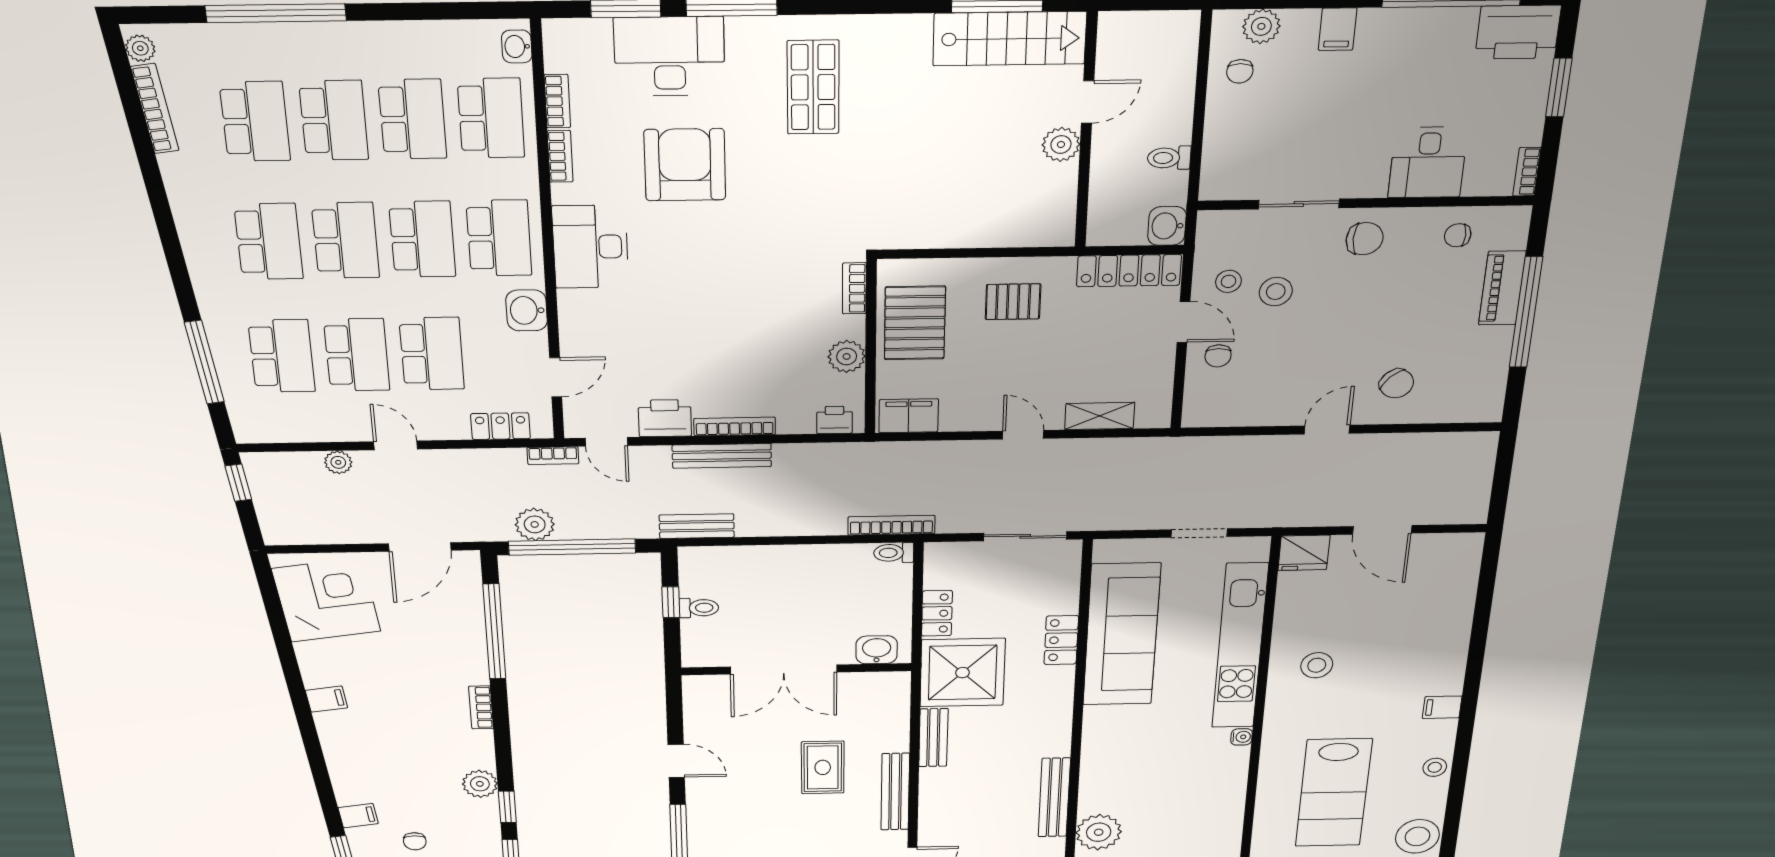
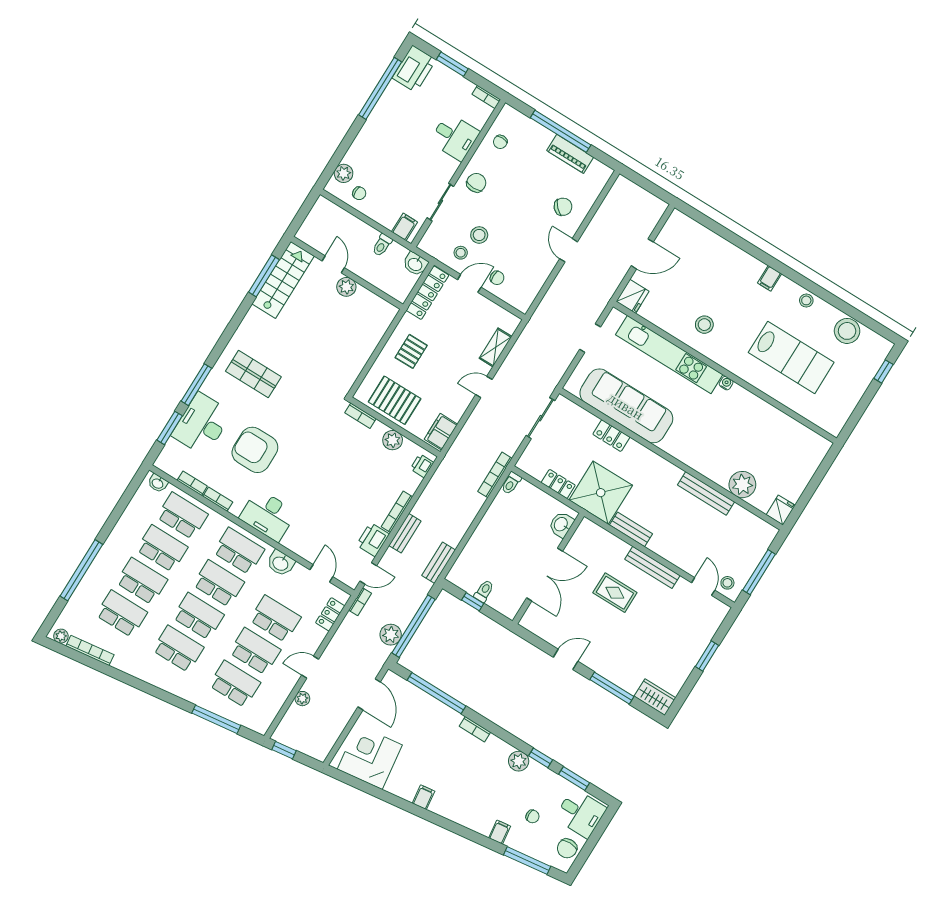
filing cabinet: (1338, 29) -> (405, 227), moved, turned -90
piano: (1502, 288) -> (570, 154), moved
bench: (722, 456) -> (405, 533), width x0.73

